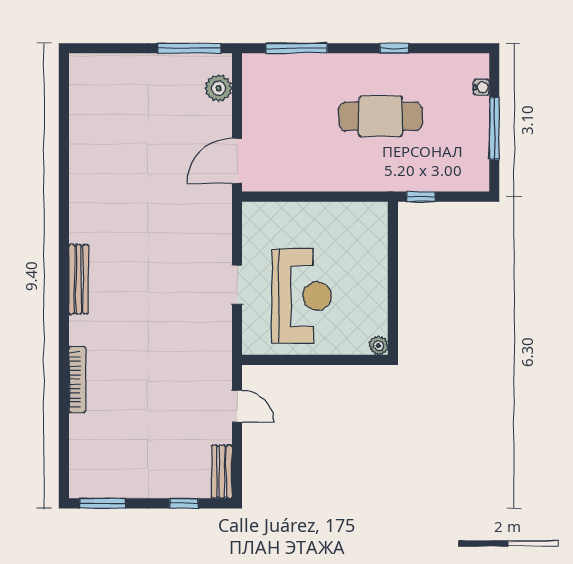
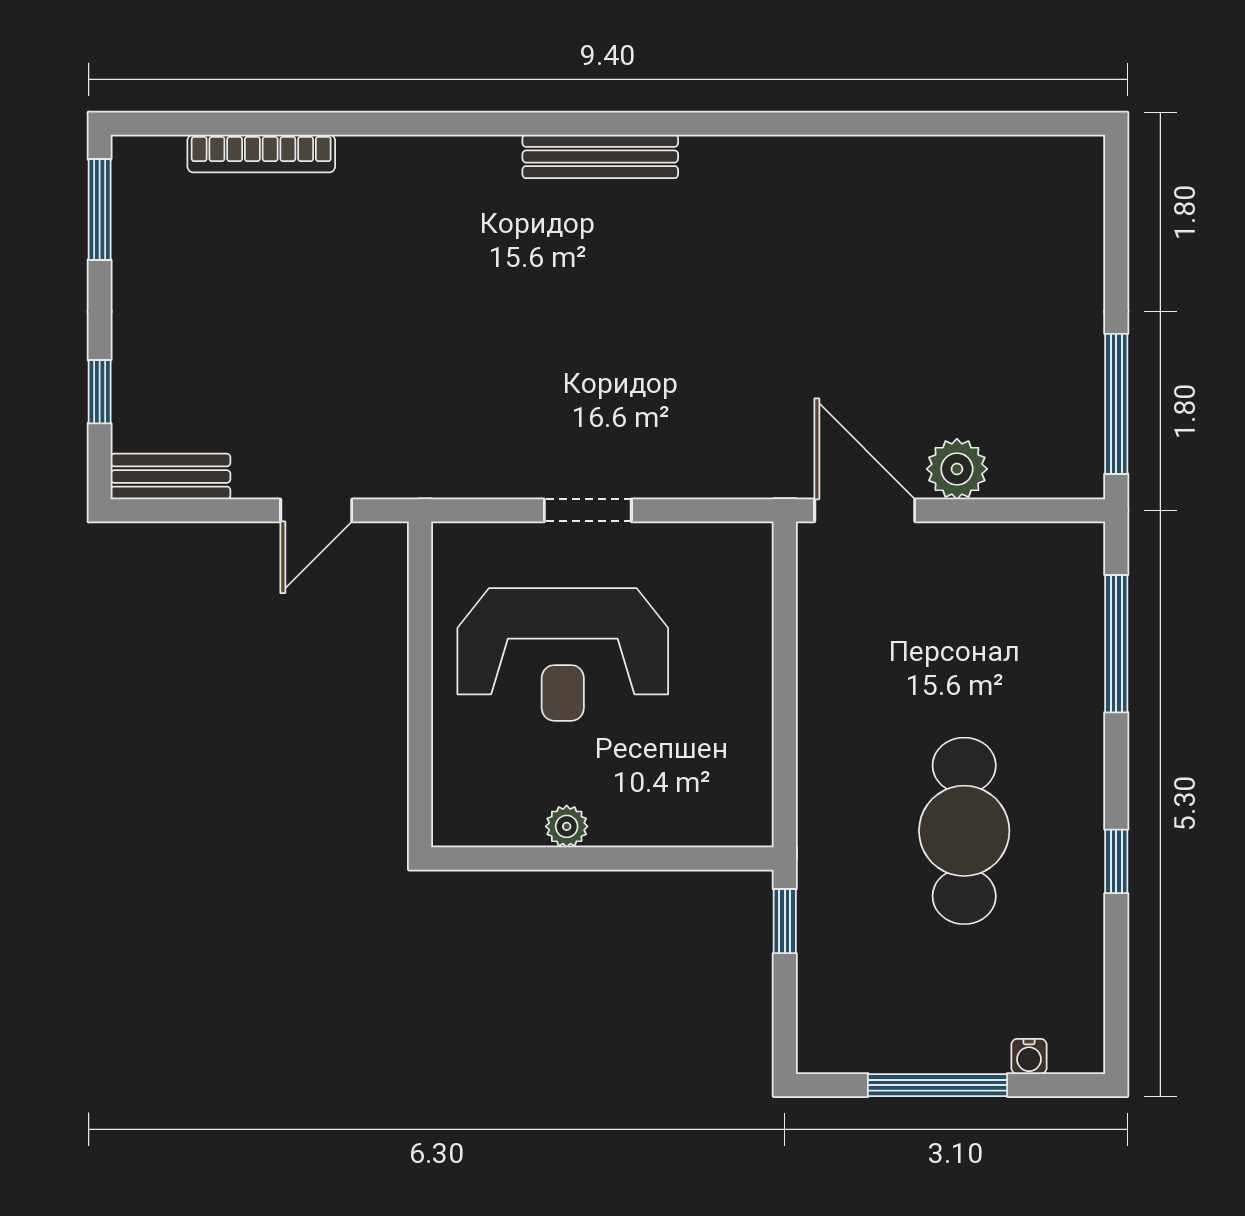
plant: (218, 88) -> (957, 469), moved
plant: (378, 345) -> (567, 826), moved
bookcase: (77, 380) -> (261, 154), moved

